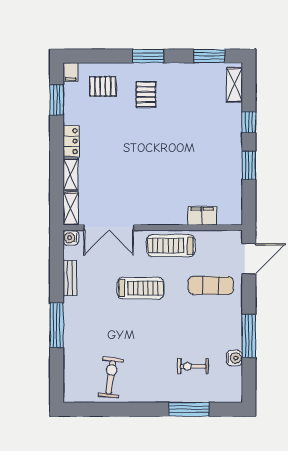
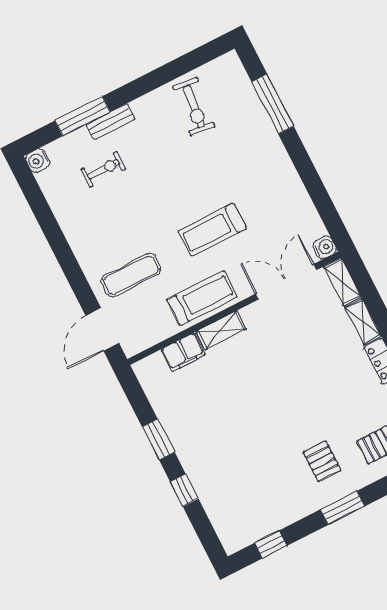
window: (209, 56) -> (271, 544), width x0.67
shelving: (234, 85) -> (221, 330), moved, turned 90
bench: (70, 278) -> (111, 122), moved, turned 90
window: (57, 325) -> (273, 104), moved
window: (249, 336) -> (56, 238), removed
water cooler: (234, 358) -> (38, 160), moved

